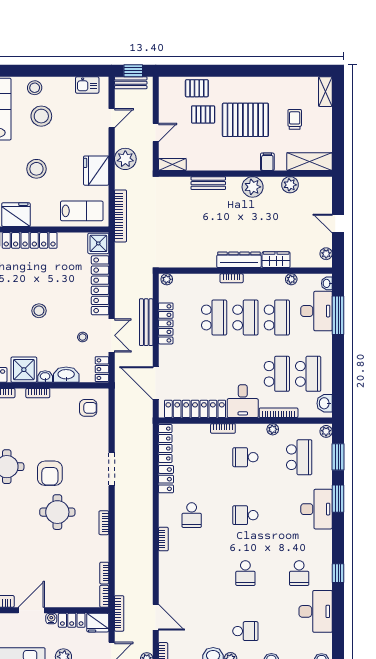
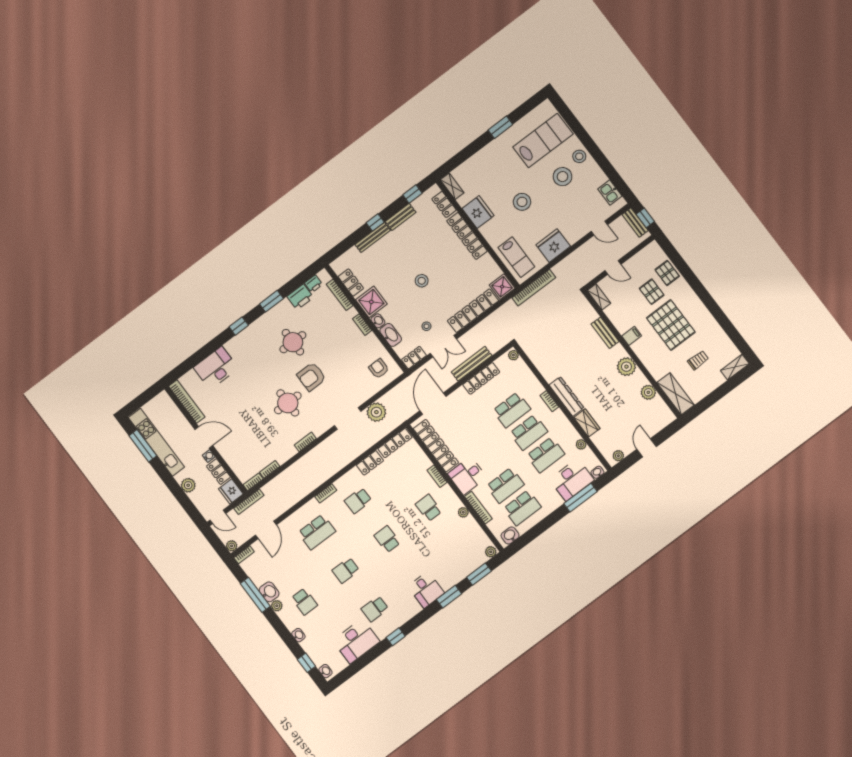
plant: (125, 159) -> (376, 412), moved
filing cabinet: (267, 162) -> (632, 336), moved
armchair: (88, 408) -> (379, 369), turned 180
school desk: (299, 457) -> (317, 532), moved
desk: (317, 509) -> (426, 590), width x0.73

